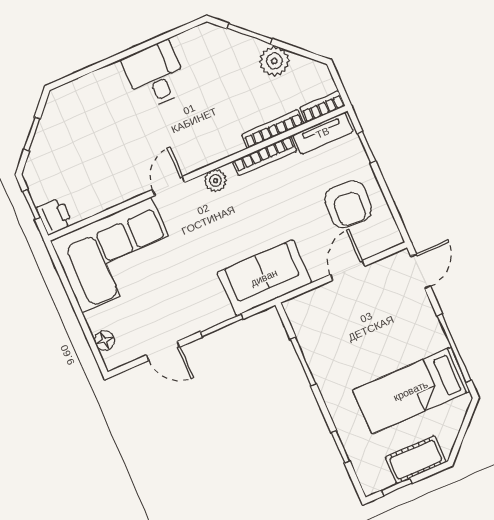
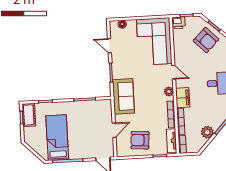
armchair: (70, 141) -> (206, 40), added
filing cabinet: (218, 145) -> (183, 98), added
door: (348, 270) -> (114, 130), hinge flipped
door: (163, 351) -> (109, 46), hinge flipped
cot: (416, 460) -> (29, 115), moved

